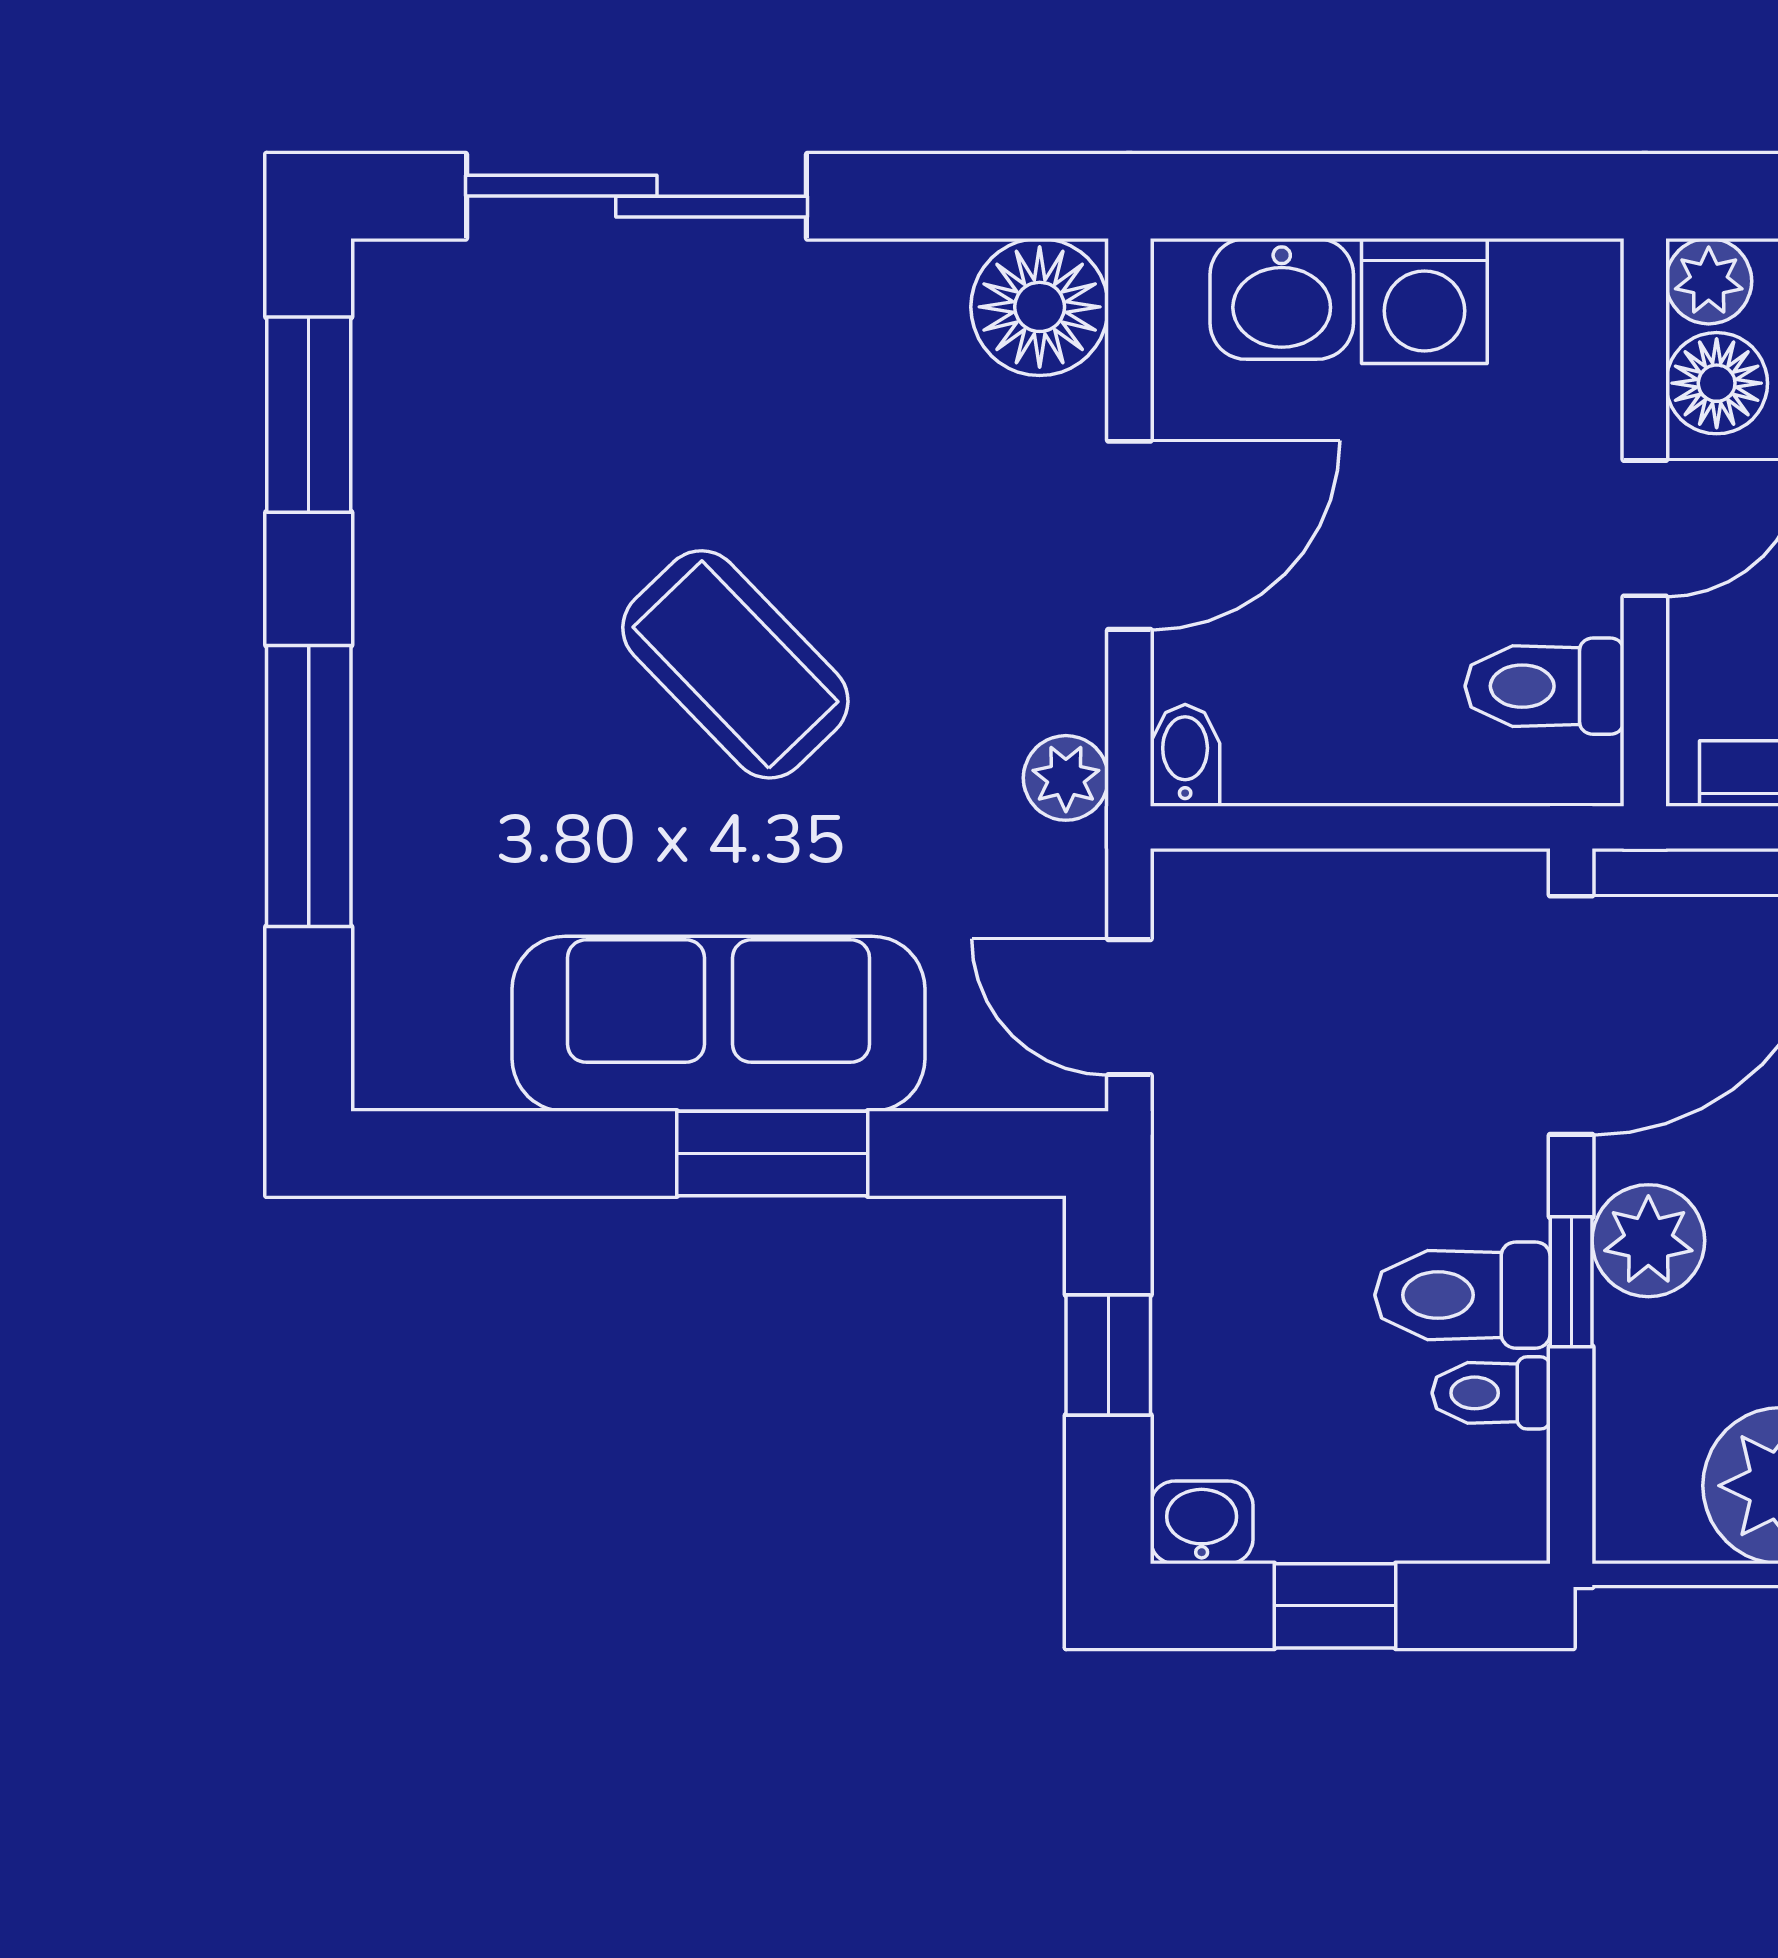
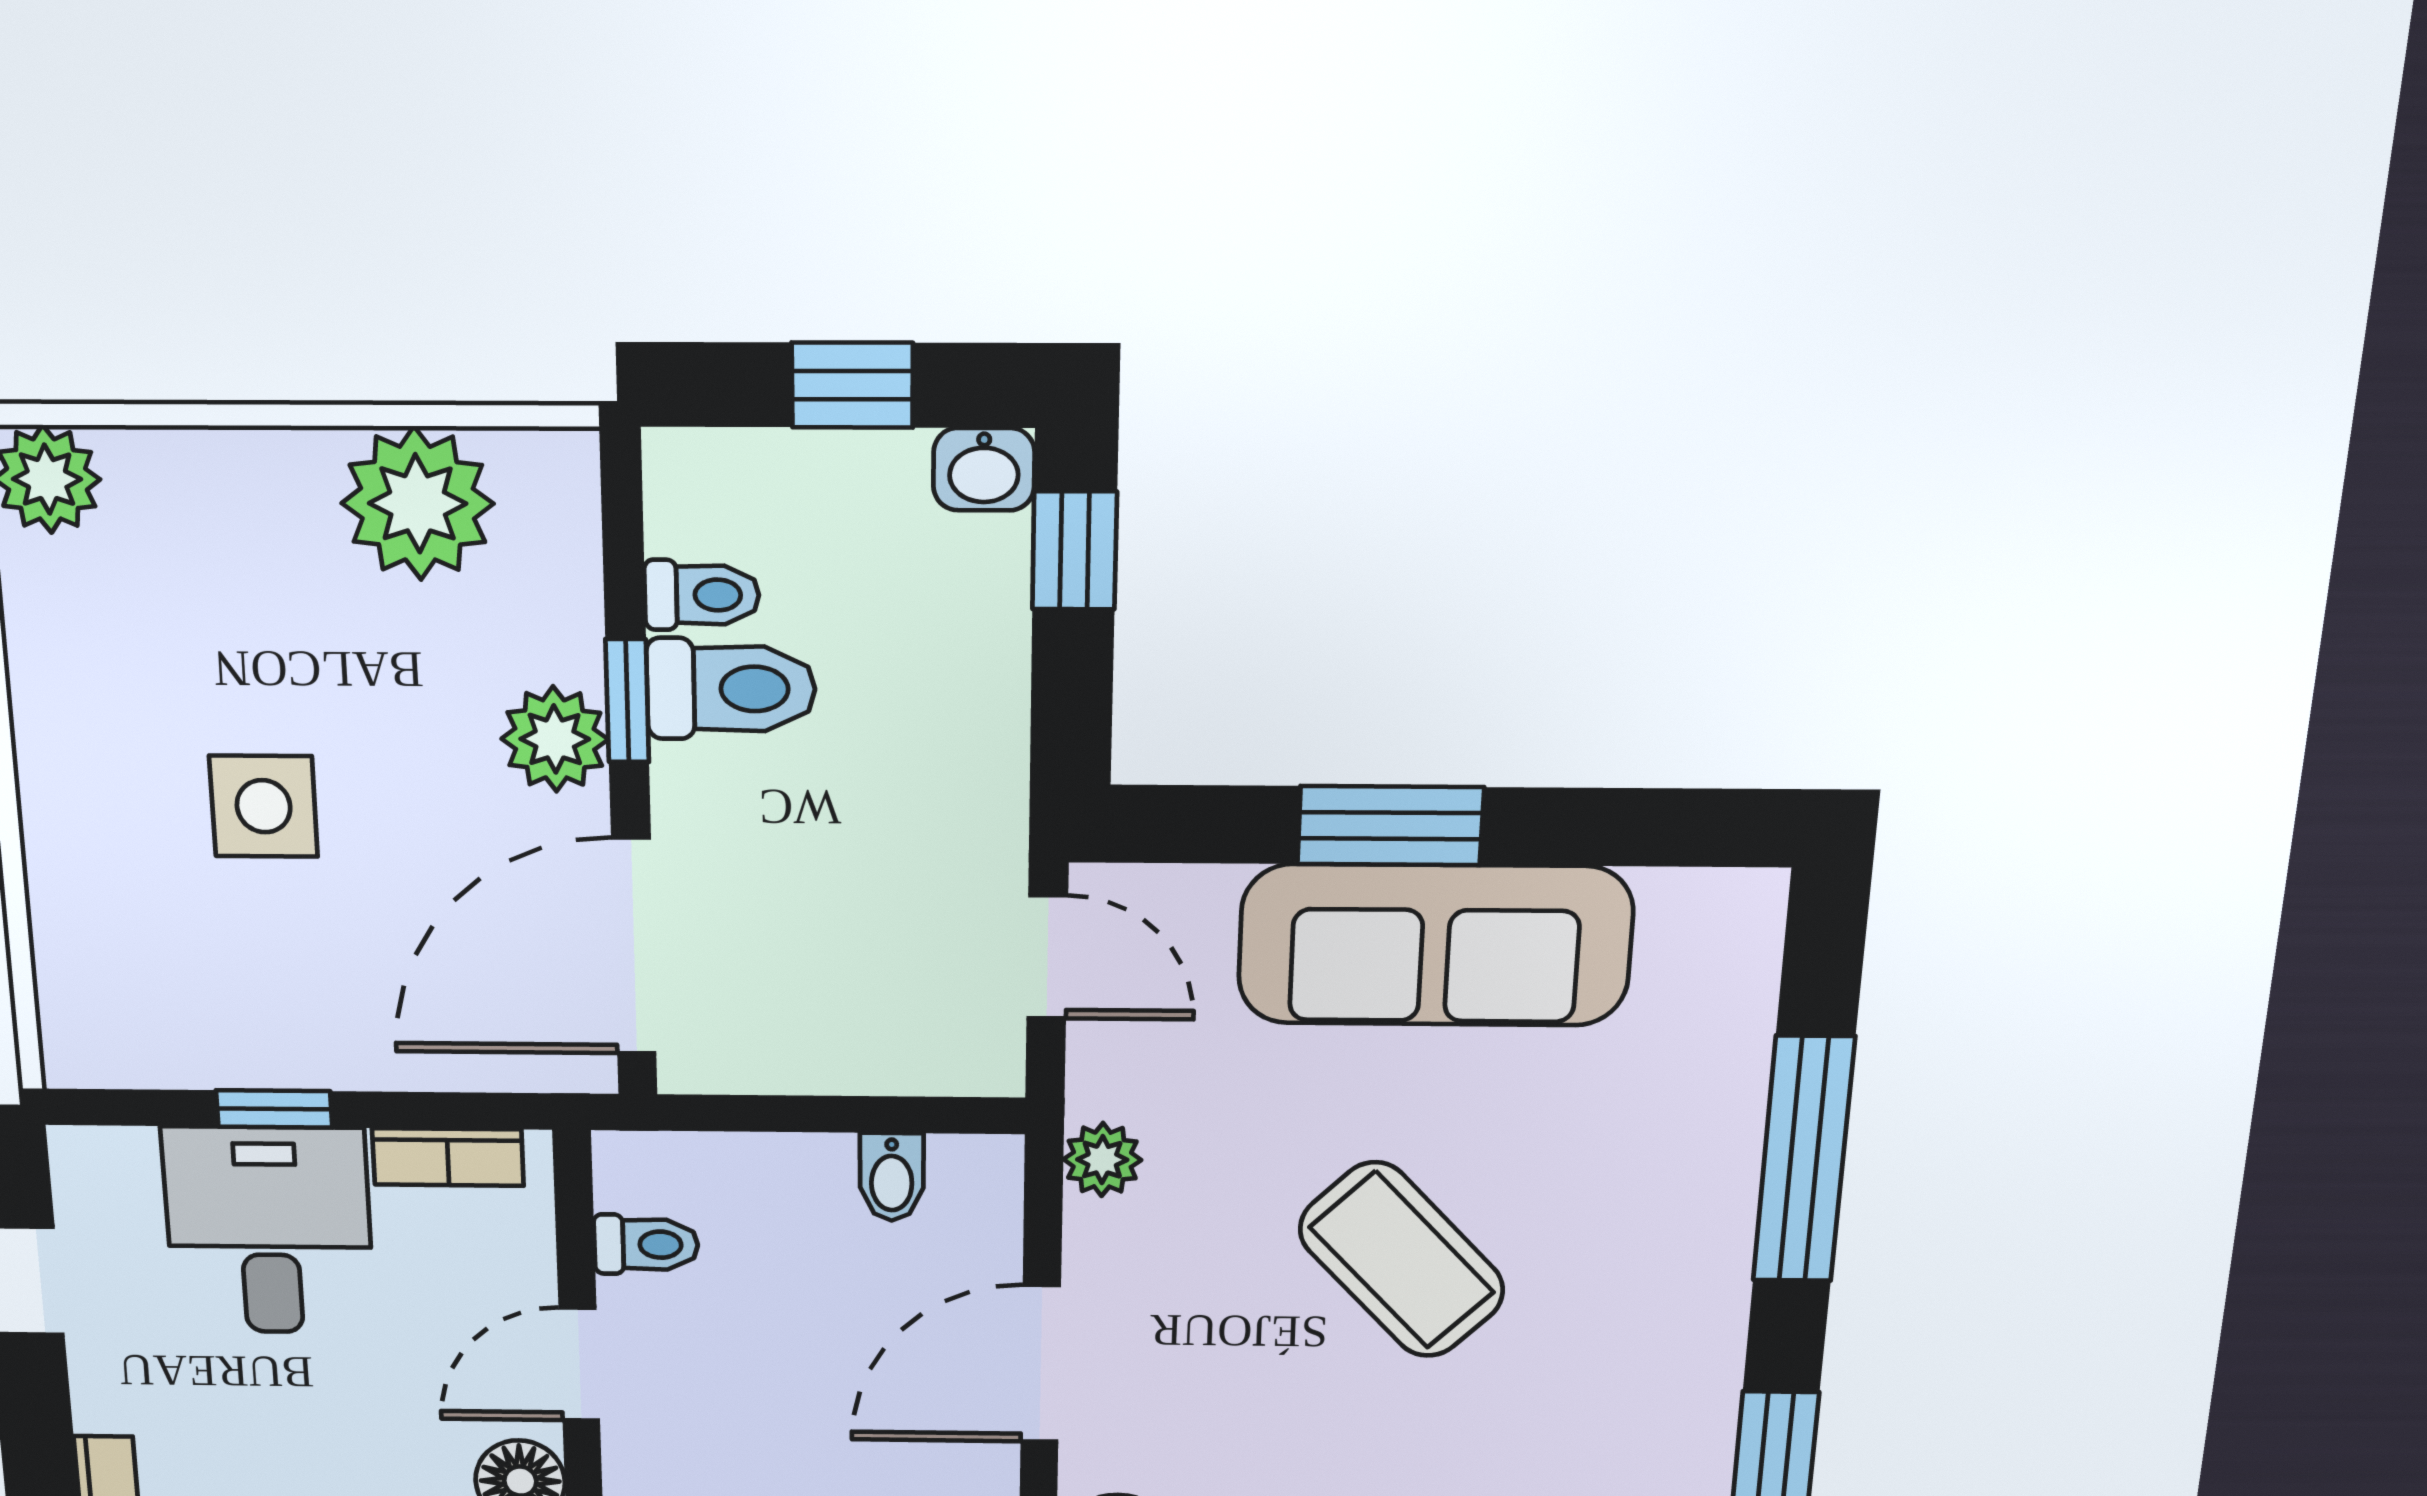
toilet: (1544, 686) -> (646, 1244), width x0.73, depth x0.72
bidet: (1185, 755) -> (892, 1177), moved
window: (1108, 1355) -> (1074, 551), moved

